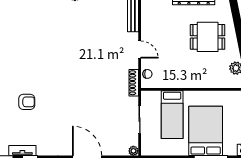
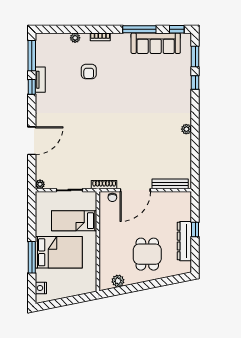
door: (140, 50) -> (135, 190), width x1.88
armchair: (27, 102) -> (89, 72), moved

